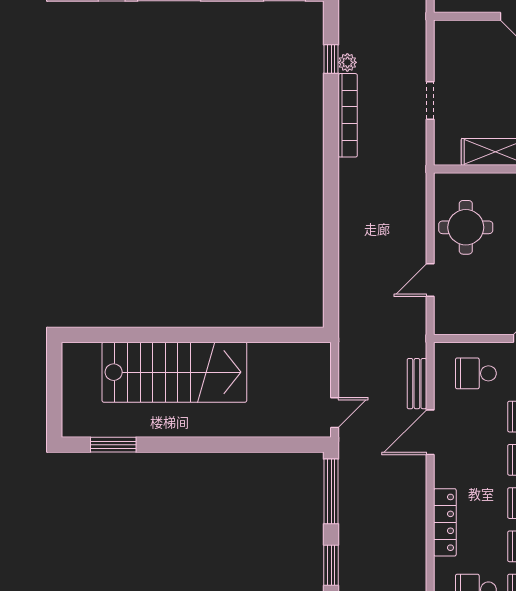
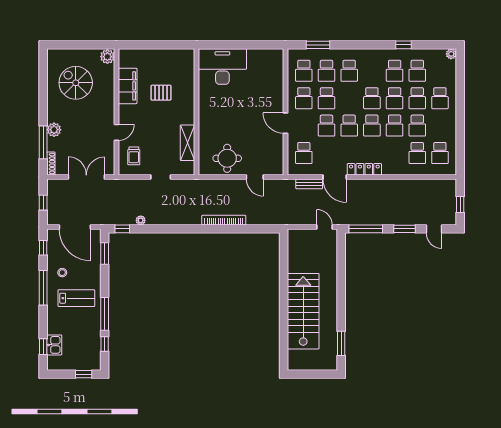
trolley: (470, 49) -> (134, 156), added
window: (331, 59) -> (122, 229), moved
bookcase: (348, 115) -> (224, 220), moved
locker: (445, 522) -> (364, 169), moved

